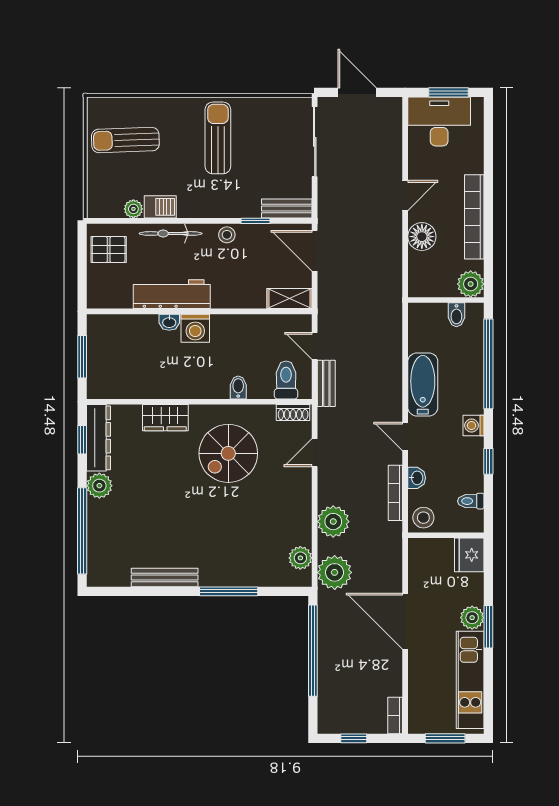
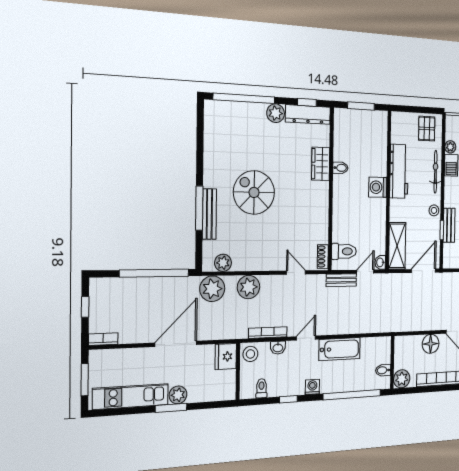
bench: (287, 209) -> (449, 225), moved
shelving: (290, 298) -> (397, 246), width x1.50, depth x1.33
washbasin: (169, 322) -> (380, 262), moved
bidet: (238, 387) -> (340, 168), moved
spiral stairs: (228, 453) -> (254, 192), moved
fridge: (469, 555) -> (226, 357), moved, turned -90
bench: (165, 577) -> (209, 214), moved

